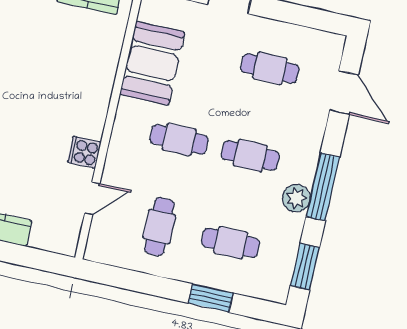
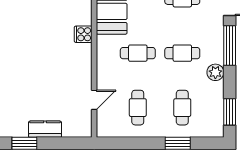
cooker: (84, 152) -> (83, 34), moved
window: (323, 187) -> (230, 45), moved
cafe table: (231, 243) -> (182, 108), turned 90

